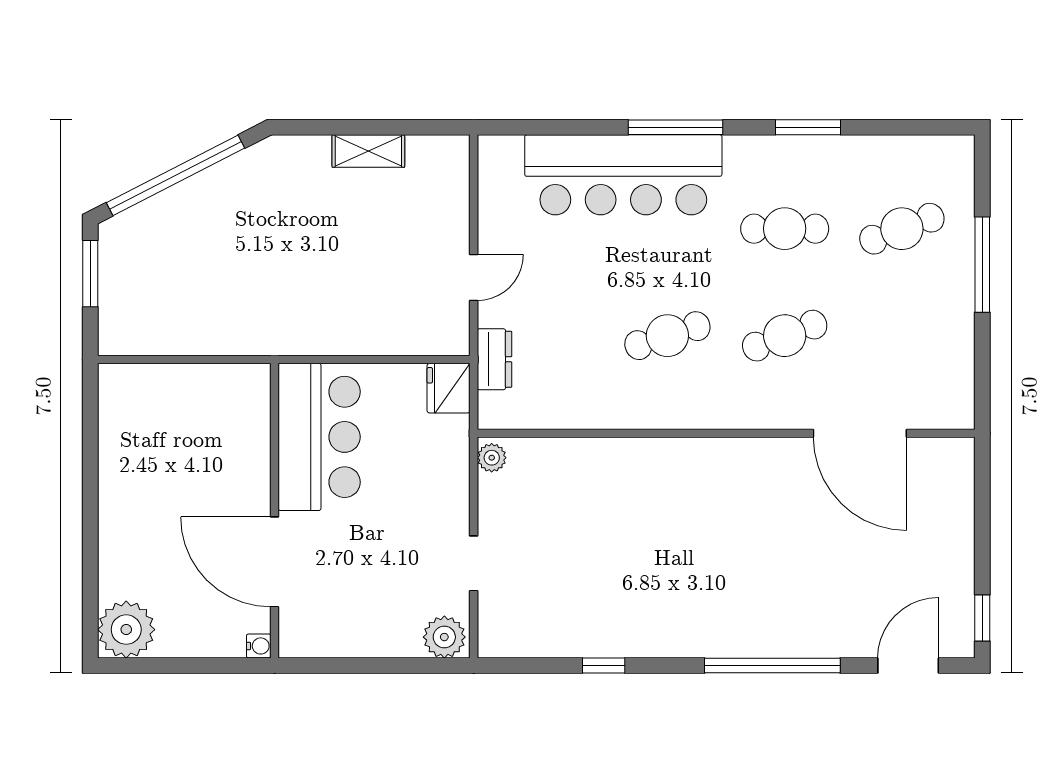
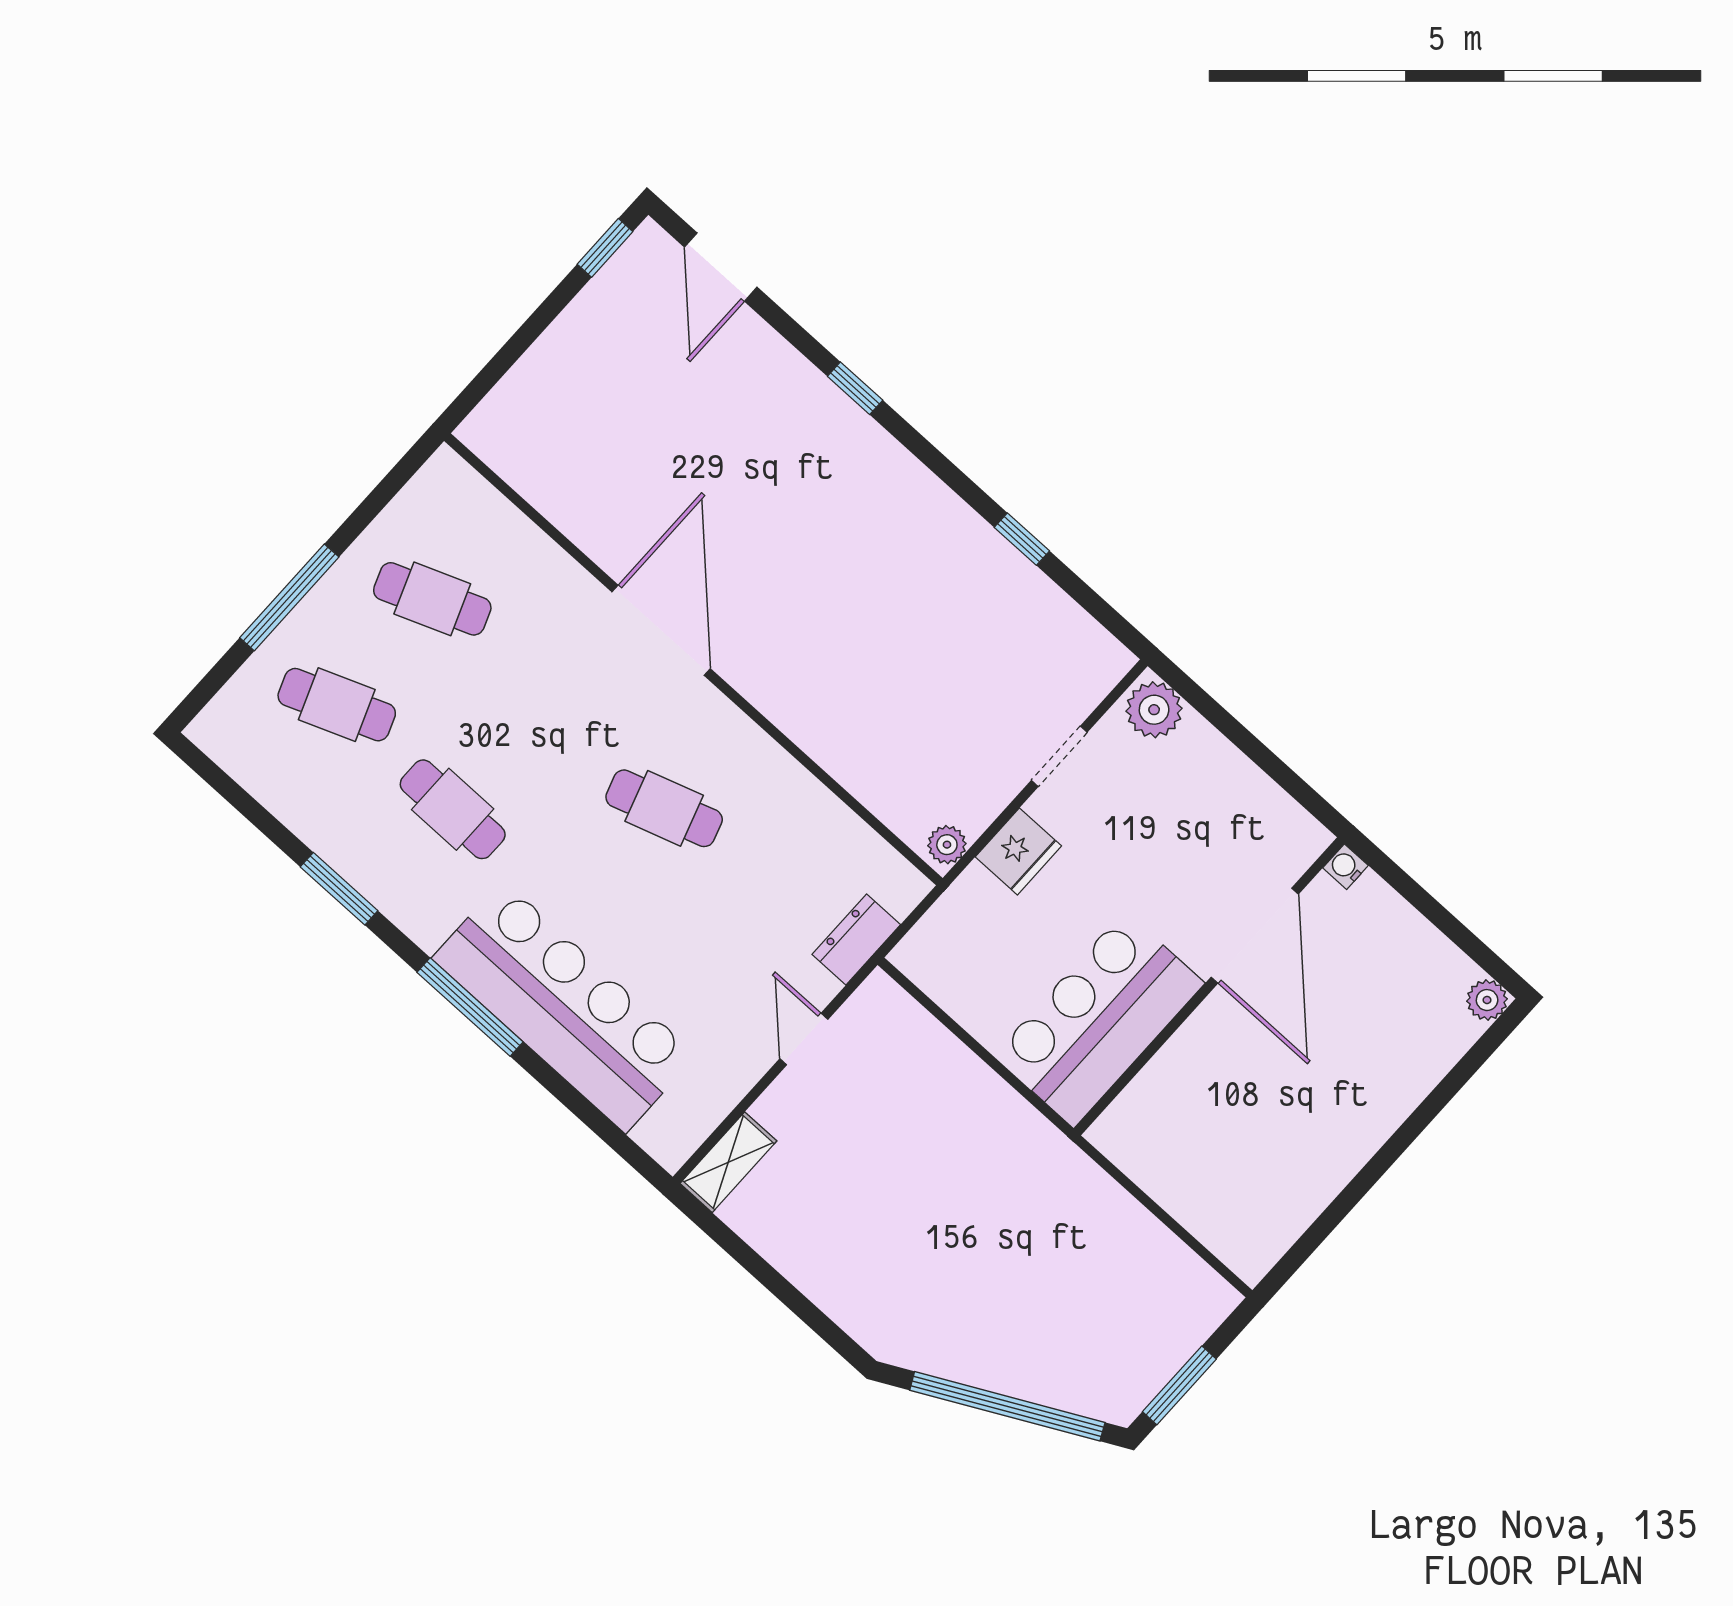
shelving: (368, 151) -> (728, 1162), moved, turned 90
door: (474, 277) -> (804, 1039), hinge flipped
cafe table: (785, 336) -> (432, 599), moved
fridge: (449, 388) -> (1018, 851), moved
door: (860, 433) -> (661, 630), moved
plant: (126, 630) -> (1487, 1000), width x0.53, depth x0.53
window: (772, 665) -> (855, 388), width x0.32
door: (908, 665) -> (721, 267), hinge flipped

